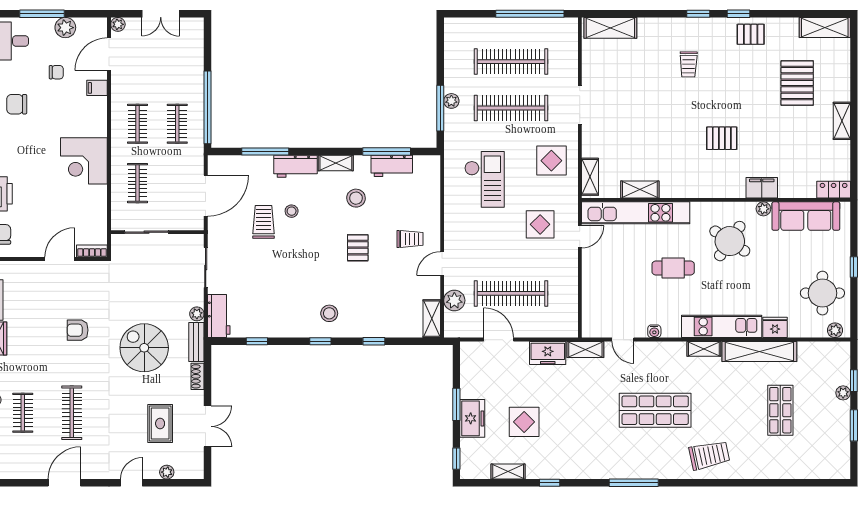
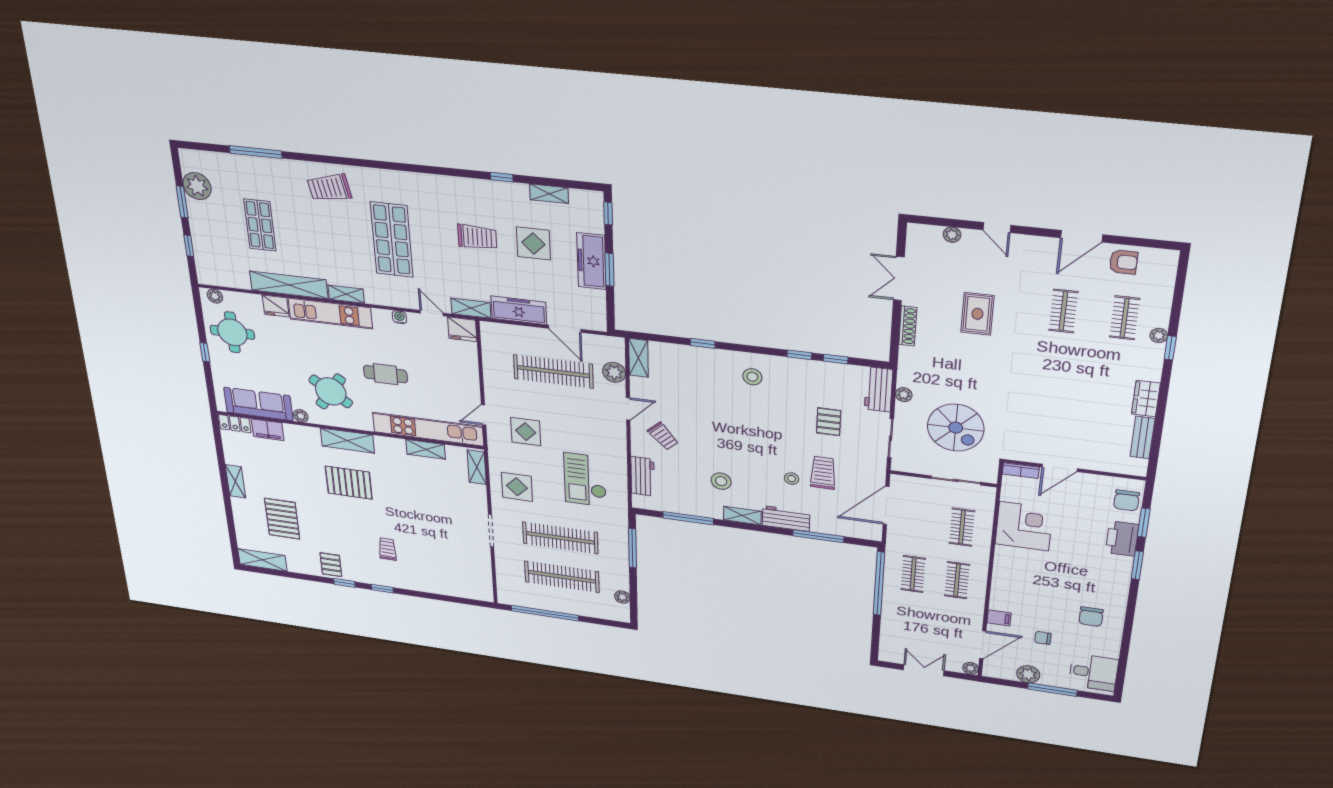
shelving: (610, 28) -> (347, 441), moved
pallet: (751, 34) -> (331, 565), turned 90
plant: (451, 101) -> (622, 597), moved
chair: (17, 104) -> (1091, 617), turned 90
pallet: (722, 138) -> (349, 483), width x1.50, depth x1.42
corner desk: (84, 161) -> (1024, 526), moved
workbench: (392, 166) -> (643, 476), moved, turned 90
filing cabinet: (762, 188) -> (268, 430), moved
trolley: (263, 222) -> (823, 473), turned 180
trolley: (410, 239) -> (663, 436), turned -132
pallet: (358, 248) -> (829, 422), moved
fridge: (595, 326) -> (462, 329), added
armchair: (78, 330) -> (1123, 262), moved
window: (320, 341) -> (799, 355), moved
bench: (196, 342) -> (906, 367), removed
spiral stairs: (144, 348) -> (956, 428), moved
freezer: (548, 353) -> (519, 310), width x1.40
shoe rack: (197, 376) -> (908, 326), width x1.43
plant: (843, 393) -> (197, 186), moved, width x1.88, depth x1.88
shop shelf: (655, 410) -> (392, 240), turned 90
clothes rail: (72, 413) -> (1063, 311), width x0.73
freezer: (472, 418) -> (591, 261), width x1.40
trolley: (575, 422) -> (477, 237), added
rug: (160, 423) -> (977, 314), moved
door: (131, 483) -> (997, 228), hinge flipped
window: (634, 483) -> (256, 152), moved

